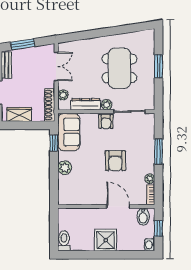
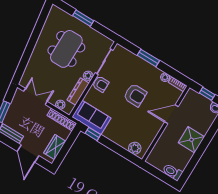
dining table: (119, 68) -> (66, 49), turned 90
plant: (65, 168) -> (135, 148), moved
bidet: (143, 217) -> (191, 100), removed

